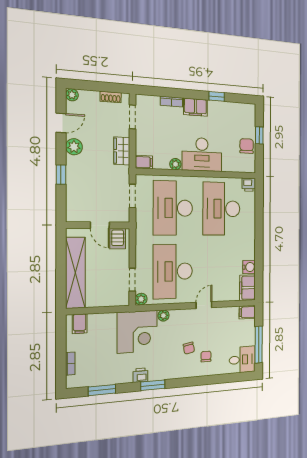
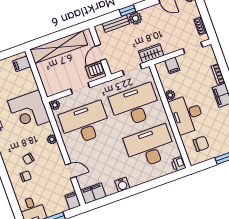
chair: (247, 146) -> (201, 144), moved
plant: (74, 147) -> (135, 18), moved
wardrobe: (122, 151) -> (151, 53), moved
filing cabinet: (144, 162) -> (172, 65), moved
bench: (72, 194) -> (116, 24), added
water cooler: (249, 267) -> (122, 185), moved
doorway: (132, 280) -> (80, 88), moved
door: (204, 305) -> (71, 171), moved
plant: (164, 316) -> (52, 139), moved

